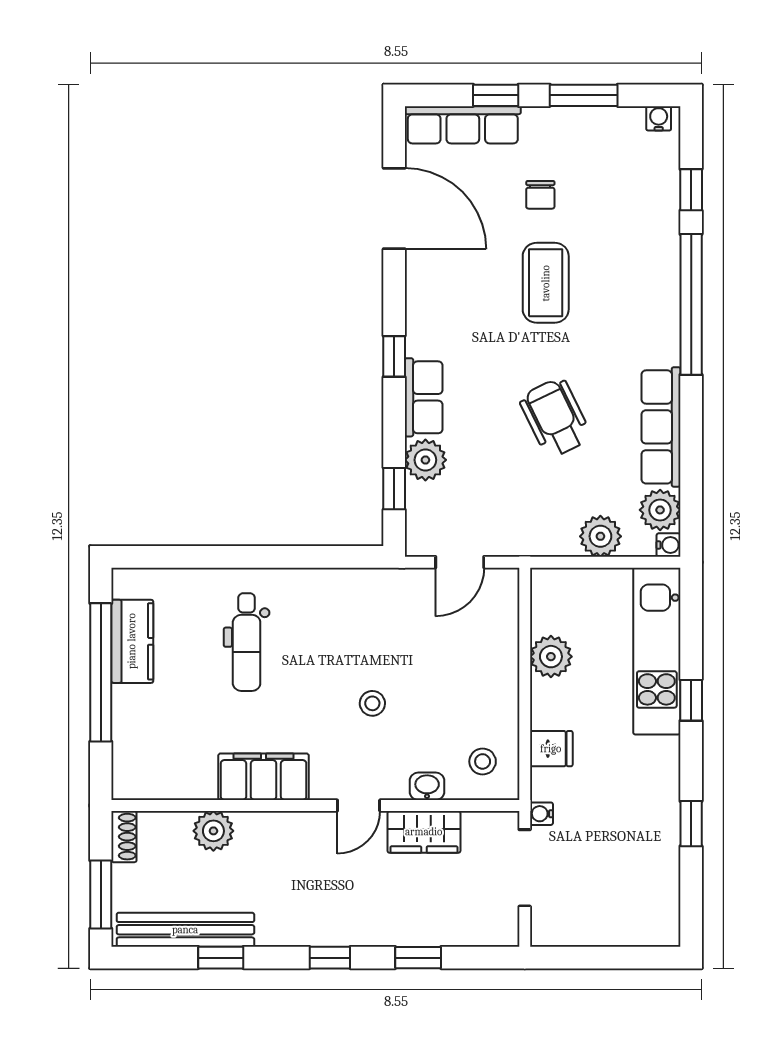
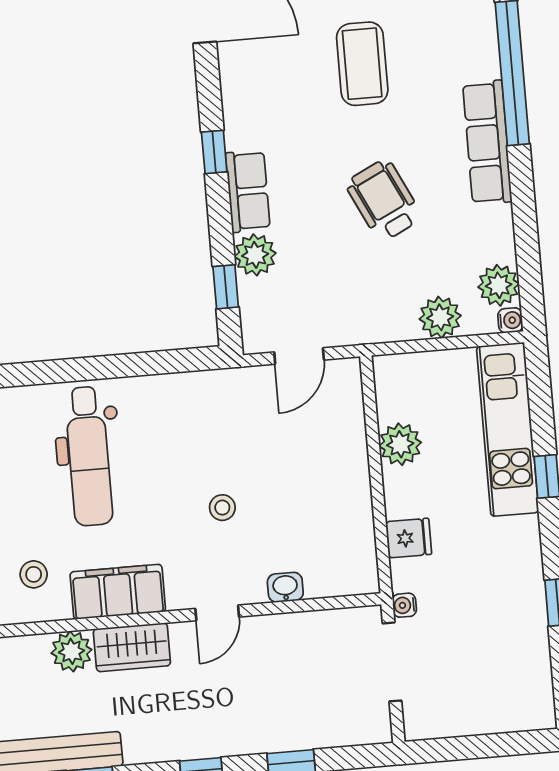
row of seats: (661, 427) -> (487, 142), moved
dental chair: (247, 642) -> (89, 456), width x1.36, depth x1.38
stool: (483, 761) -> (34, 574), moved
wardrobe: (424, 832) -> (132, 647), moved

